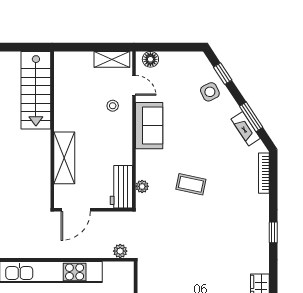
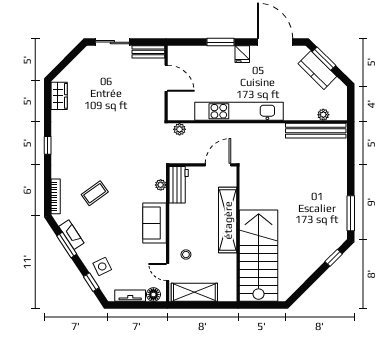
tv unit: (177, 58) -> (130, 296), added
shelving: (112, 59) -> (194, 292), width x1.50, depth x1.33
stairs: (36, 90) -> (259, 256), width x1.36, depth x1.51
sofa: (149, 126) -> (155, 223), moved
shelving: (64, 158) -> (228, 220), width x1.47
coffee table: (191, 184) -> (95, 193), moved, turned -48

